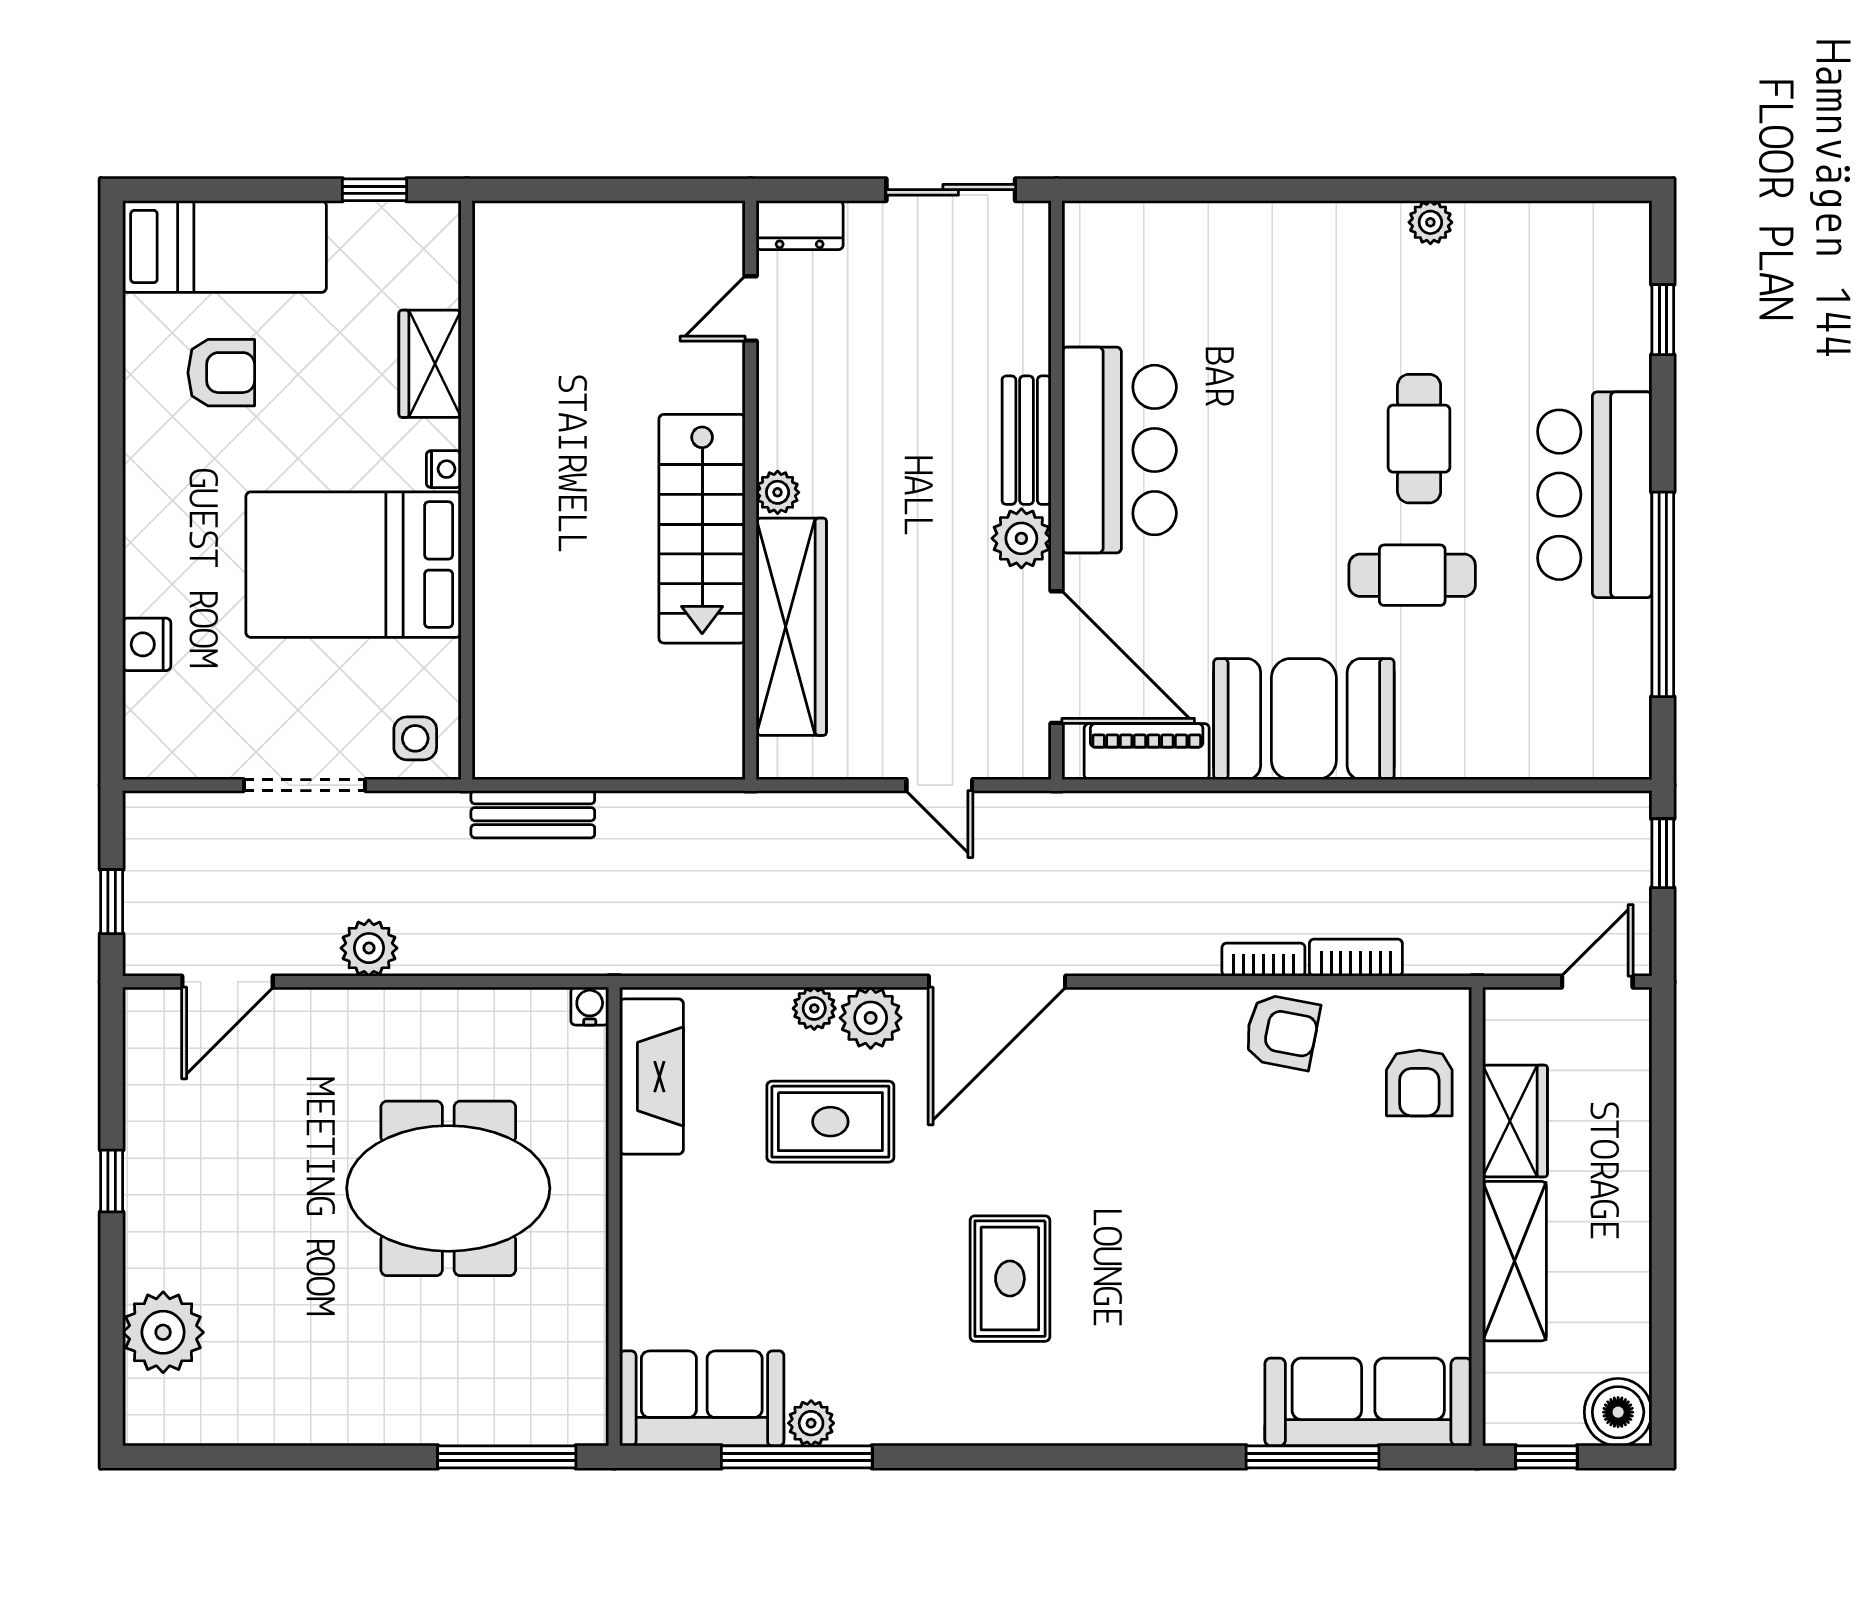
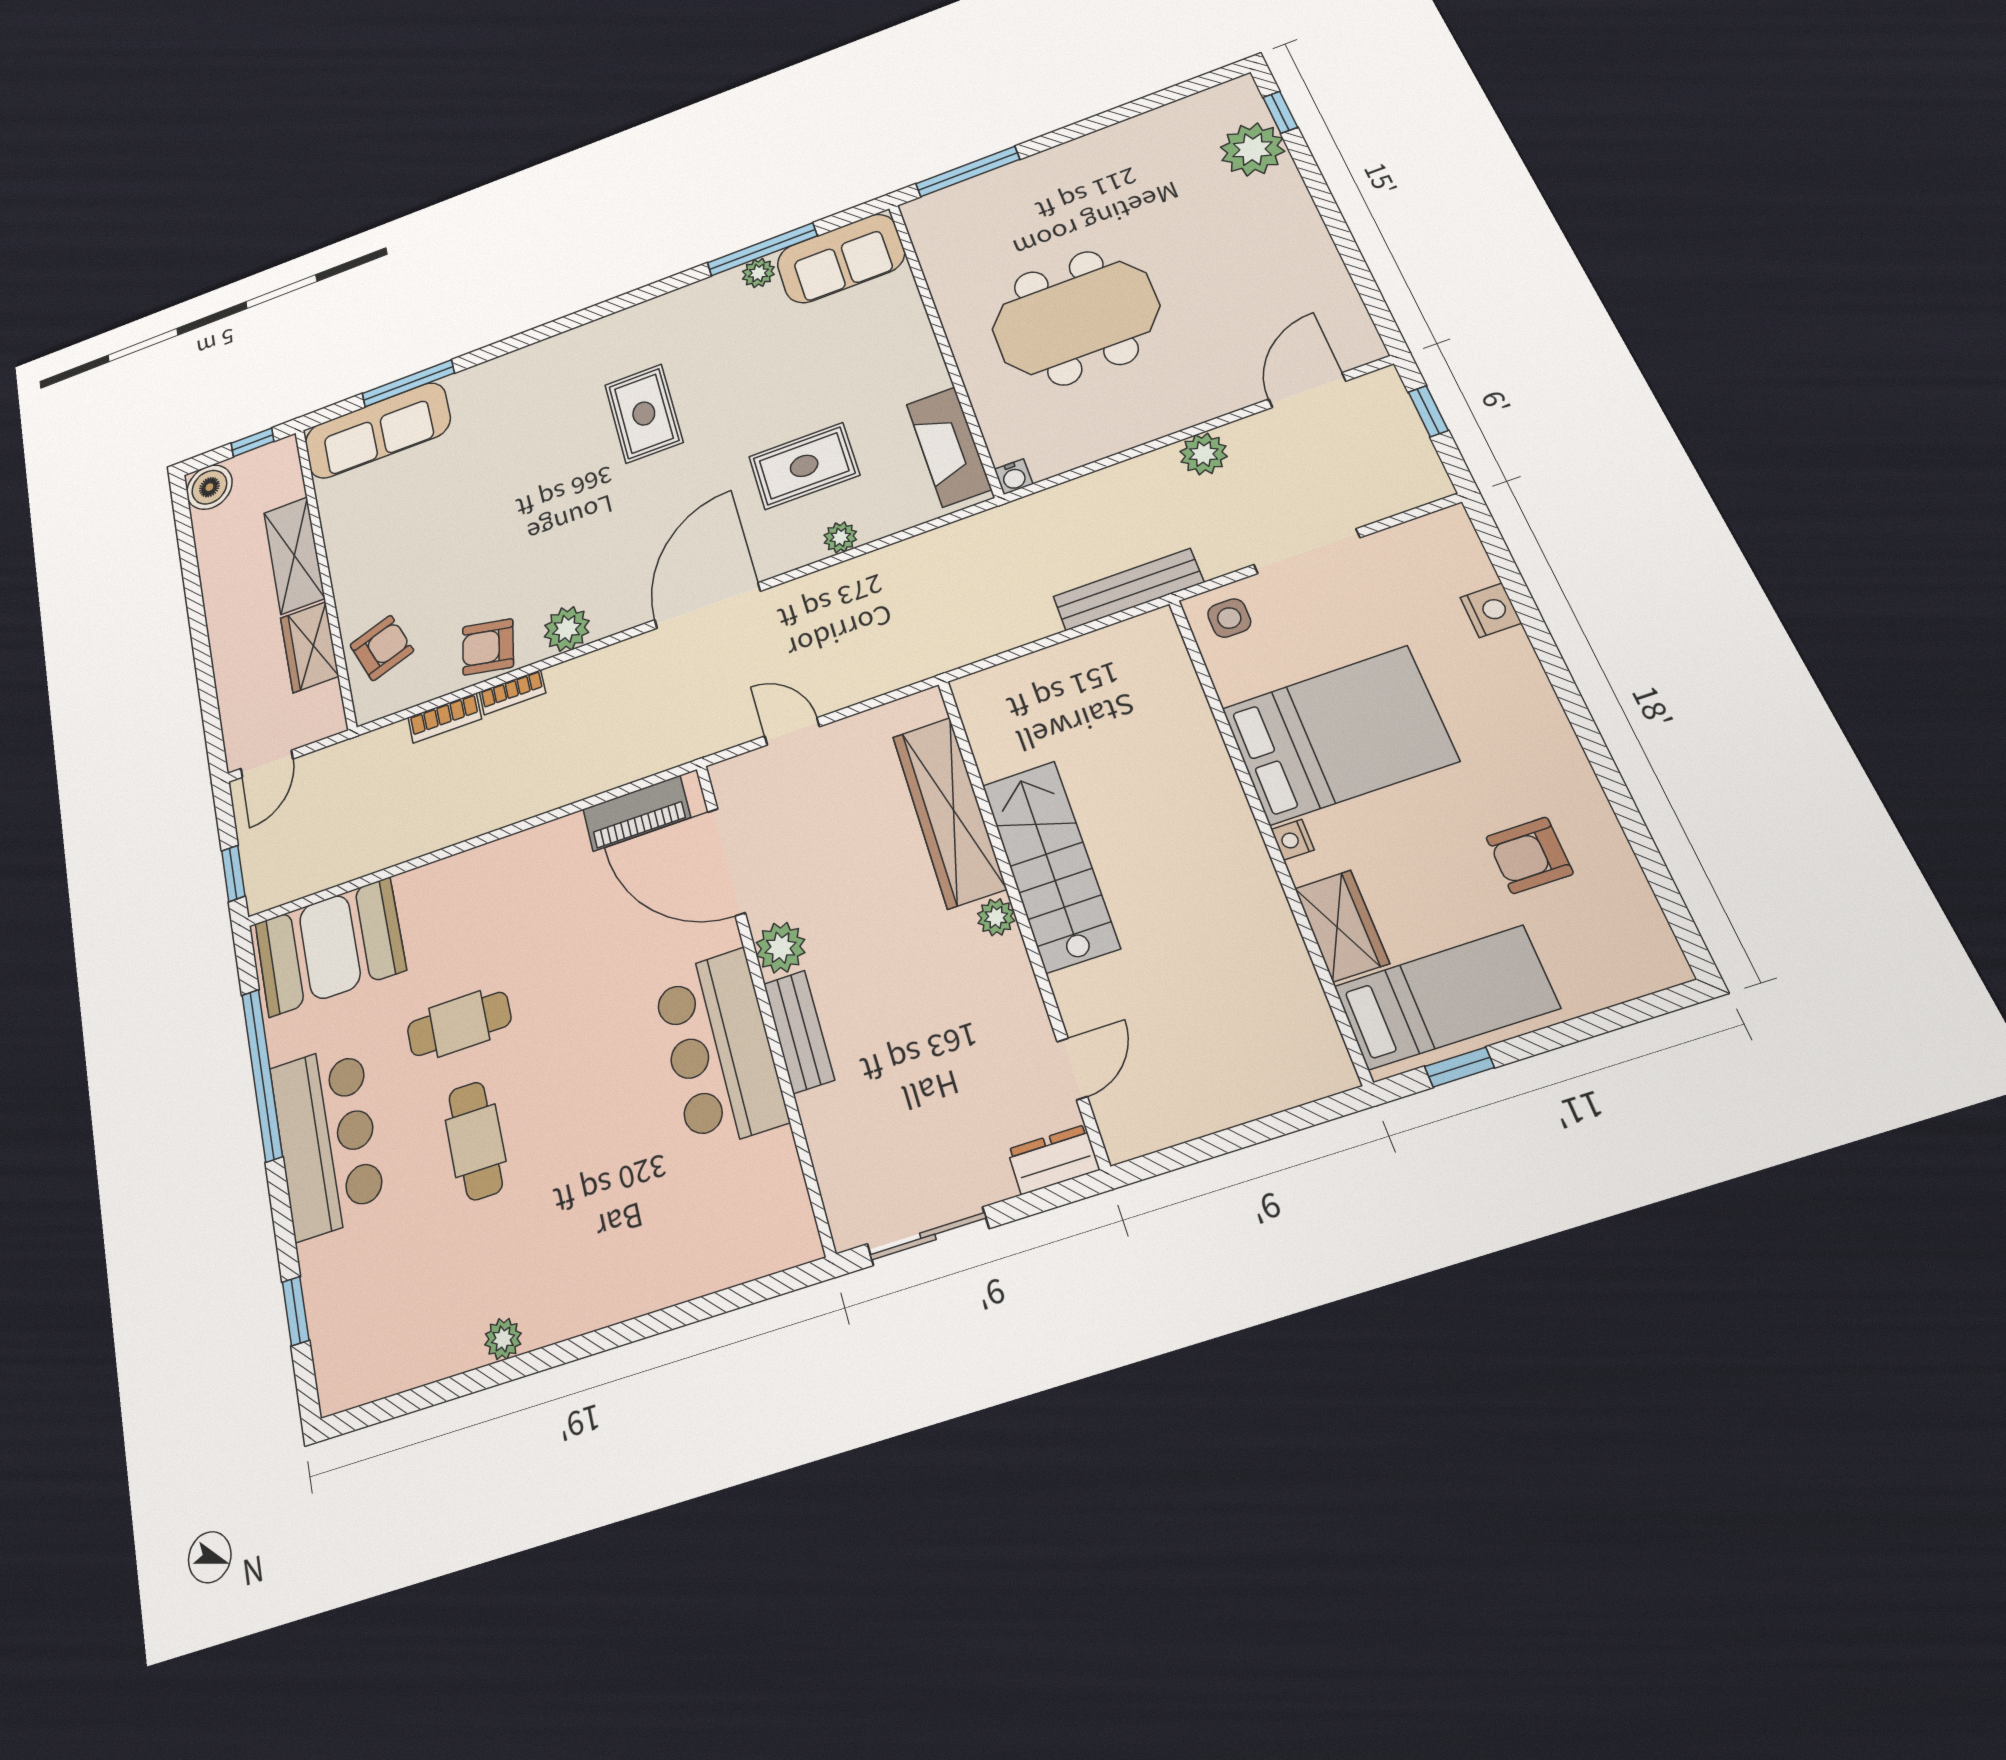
bed: (224, 247) -> (1446, 997), moved, turned 180
booth: (1304, 719) -> (330, 947), moved
bench: (533, 814) -> (1128, 589), width x1.36
plant: (871, 1018) -> (567, 629), moved
armchair: (1419, 1083) -> (382, 648), turned 71
window: (112, 1181) -> (1280, 112), moved

